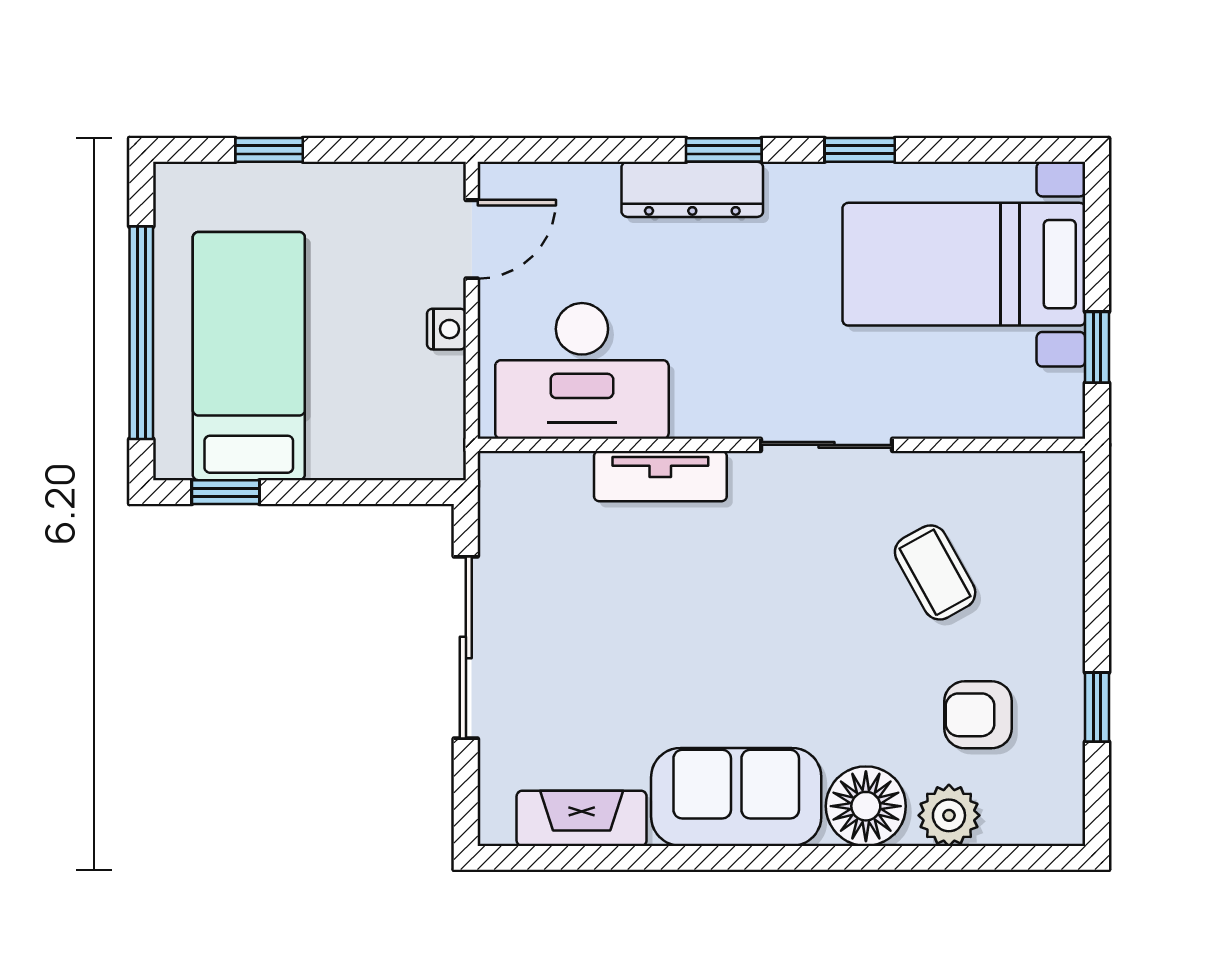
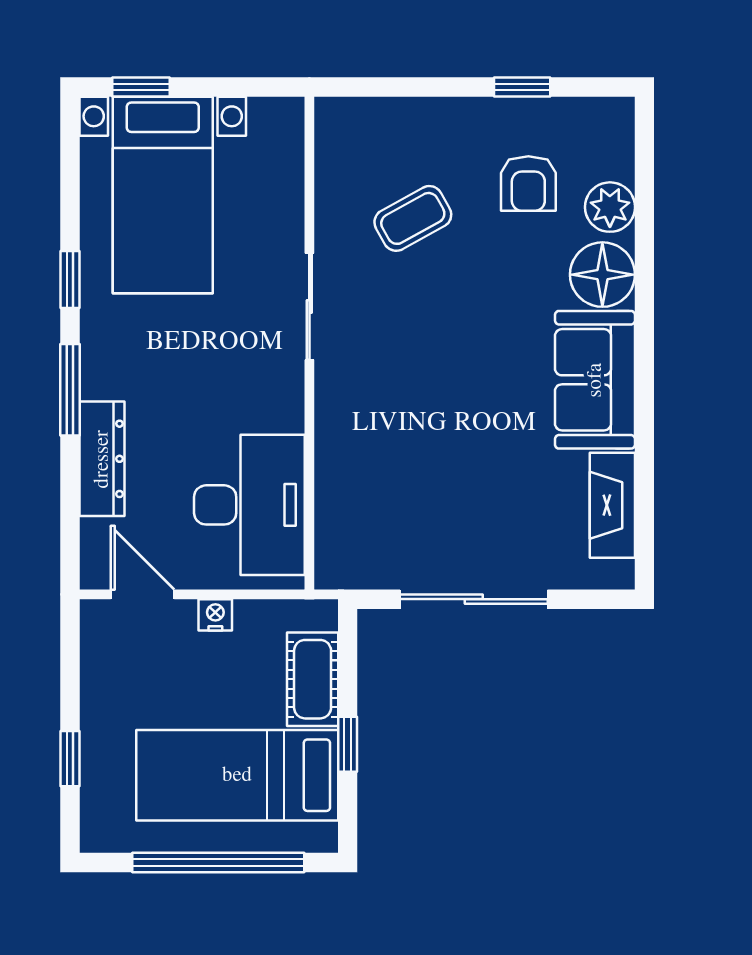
window: (724, 150) -> (70, 390), width x1.50
dresser: (692, 189) -> (102, 459), moved
window: (1097, 347) -> (141, 87), moved
cot: (367, 449) -> (313, 679), added
tv unit: (660, 476) -> (335, 441), removed
window: (226, 492) -> (348, 744), moved

